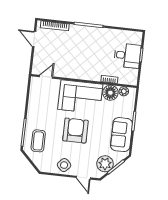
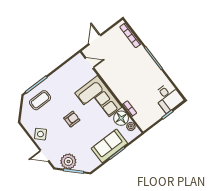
door: (34, 39) -> (95, 40), moved
desk: (127, 56) -> (168, 97), moved
armchair: (75, 131) -> (72, 119), width x0.53, depth x0.53
sofa: (121, 135) -> (109, 146), moved
door: (83, 178) -> (44, 156), hinge flipped

